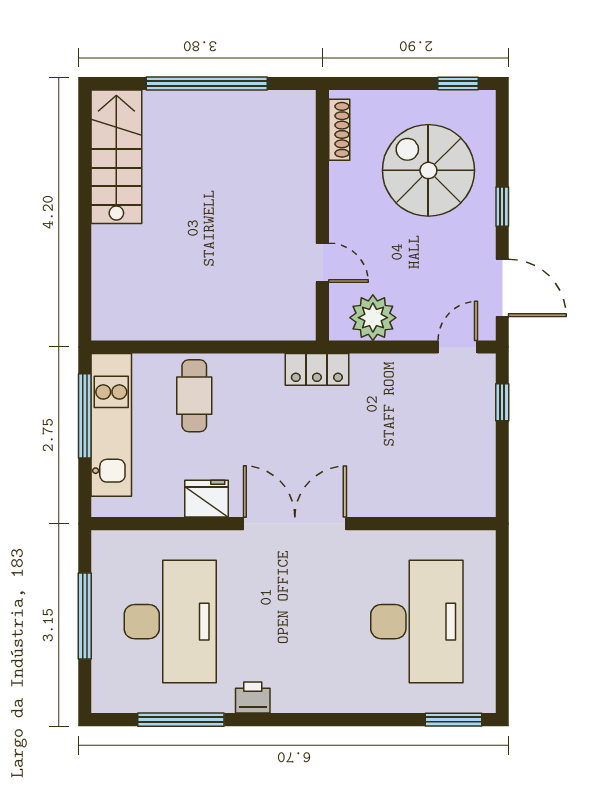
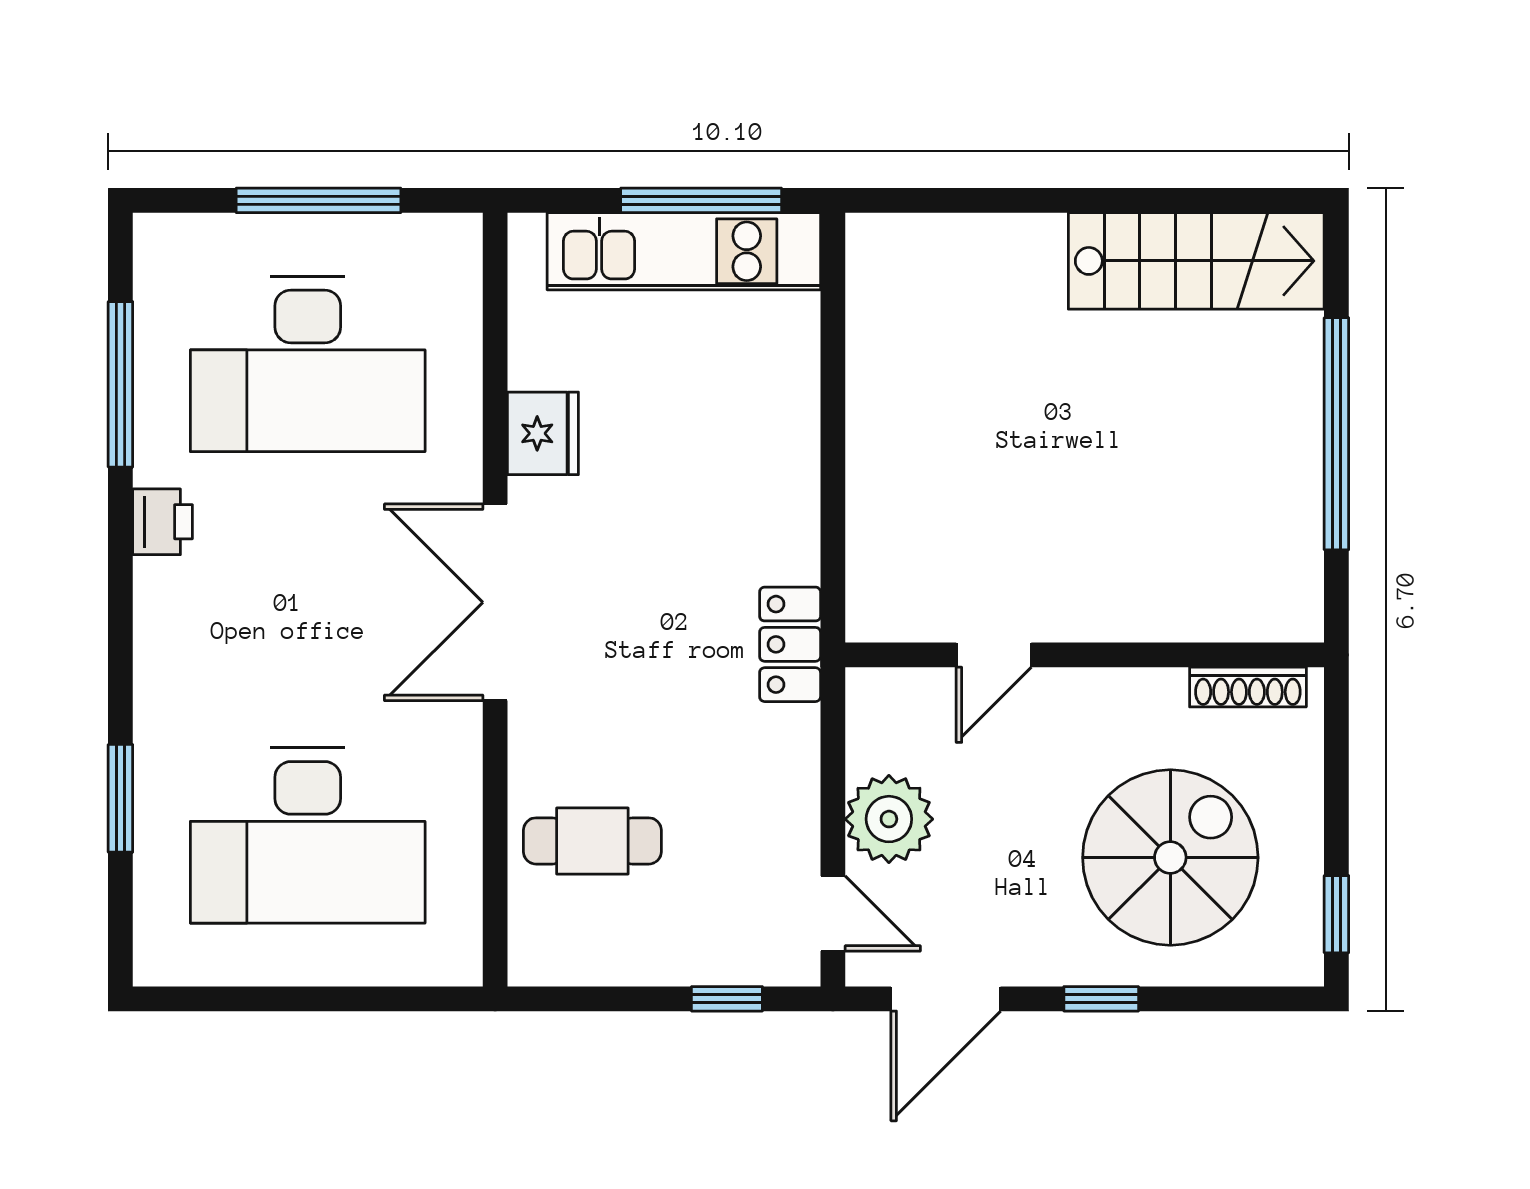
plant: (373, 318) -> (889, 819), moved
cafe table: (194, 396) -> (592, 841), moved
double door: (295, 524) -> (495, 602), swing flipped
window: (454, 720) -> (120, 798), moved

